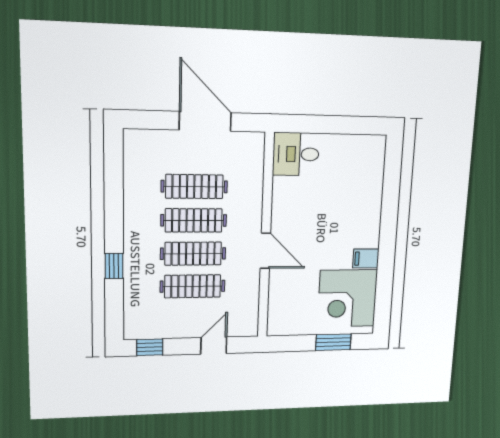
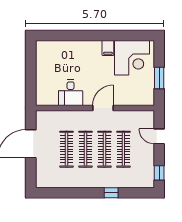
desk: (296, 154) -> (71, 93), moved
window: (333, 342) -> (159, 78), moved

